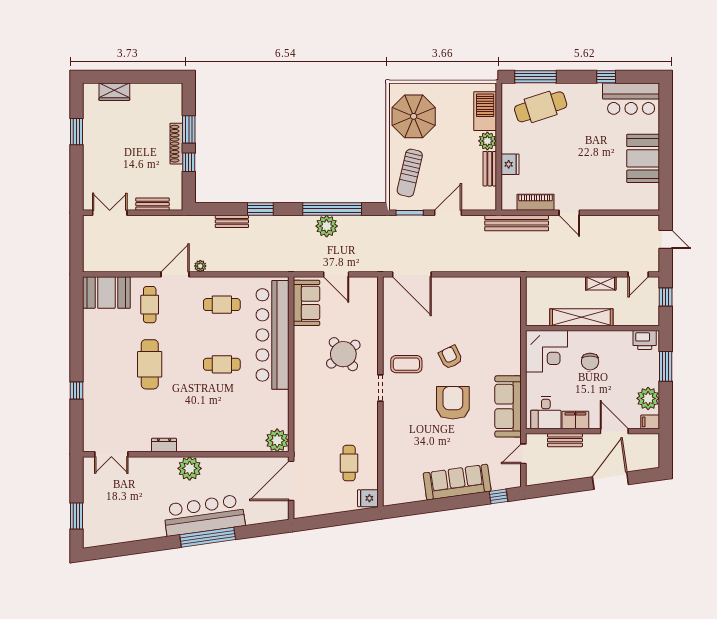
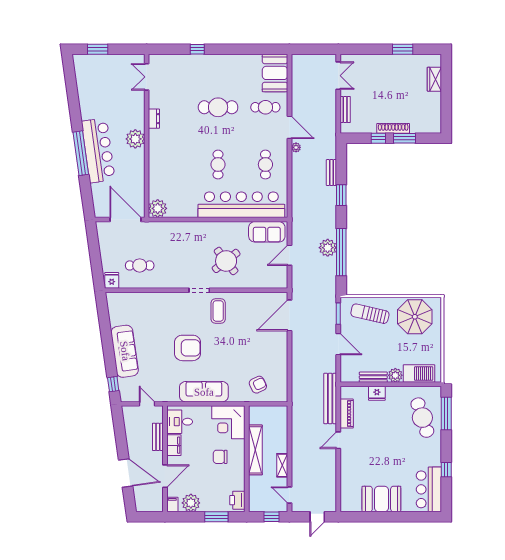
armchair: (450, 357) -> (258, 385), moved
sofa: (508, 406) -> (204, 392), moved

